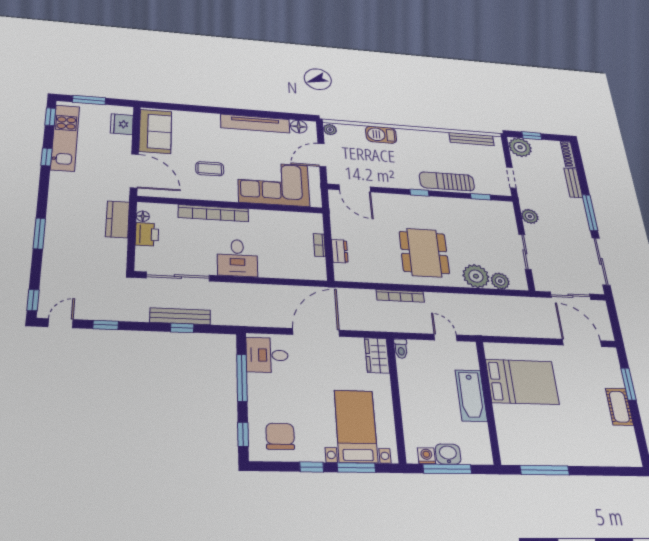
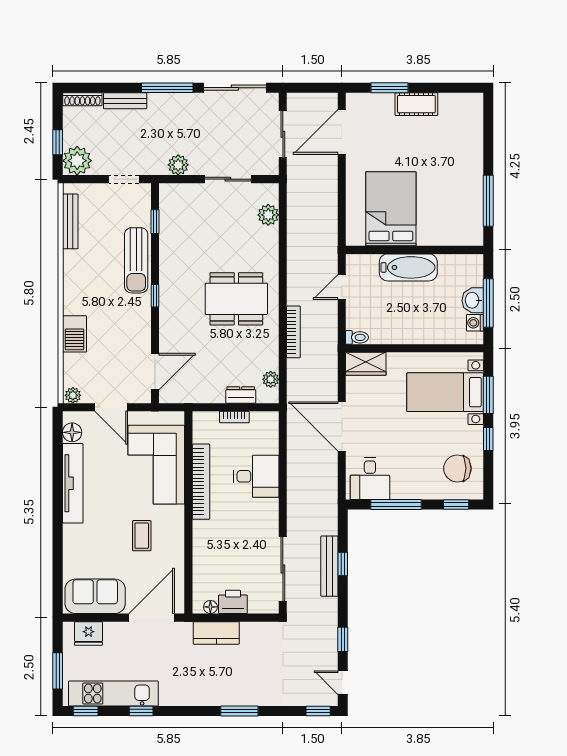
bookcase: (213, 213) -> (201, 482), moved
desk: (237, 258) -> (256, 476), moved
plant: (476, 276) -> (271, 379), moved, width x0.53, depth x0.53

